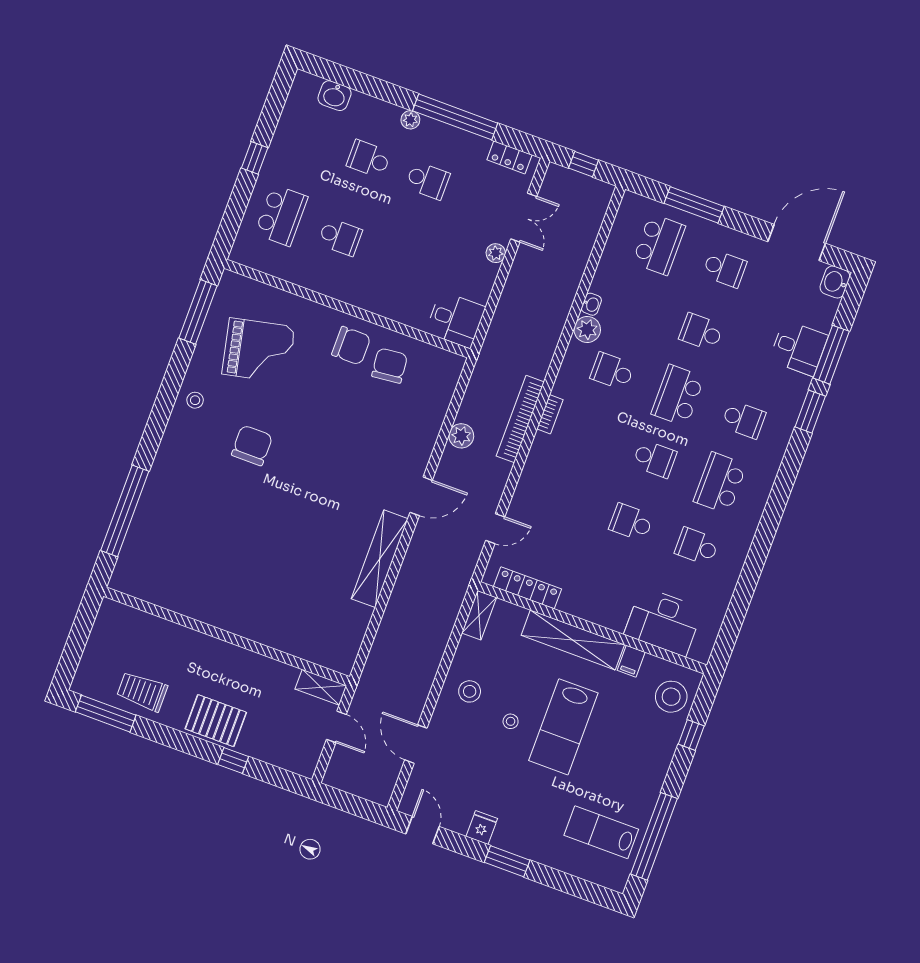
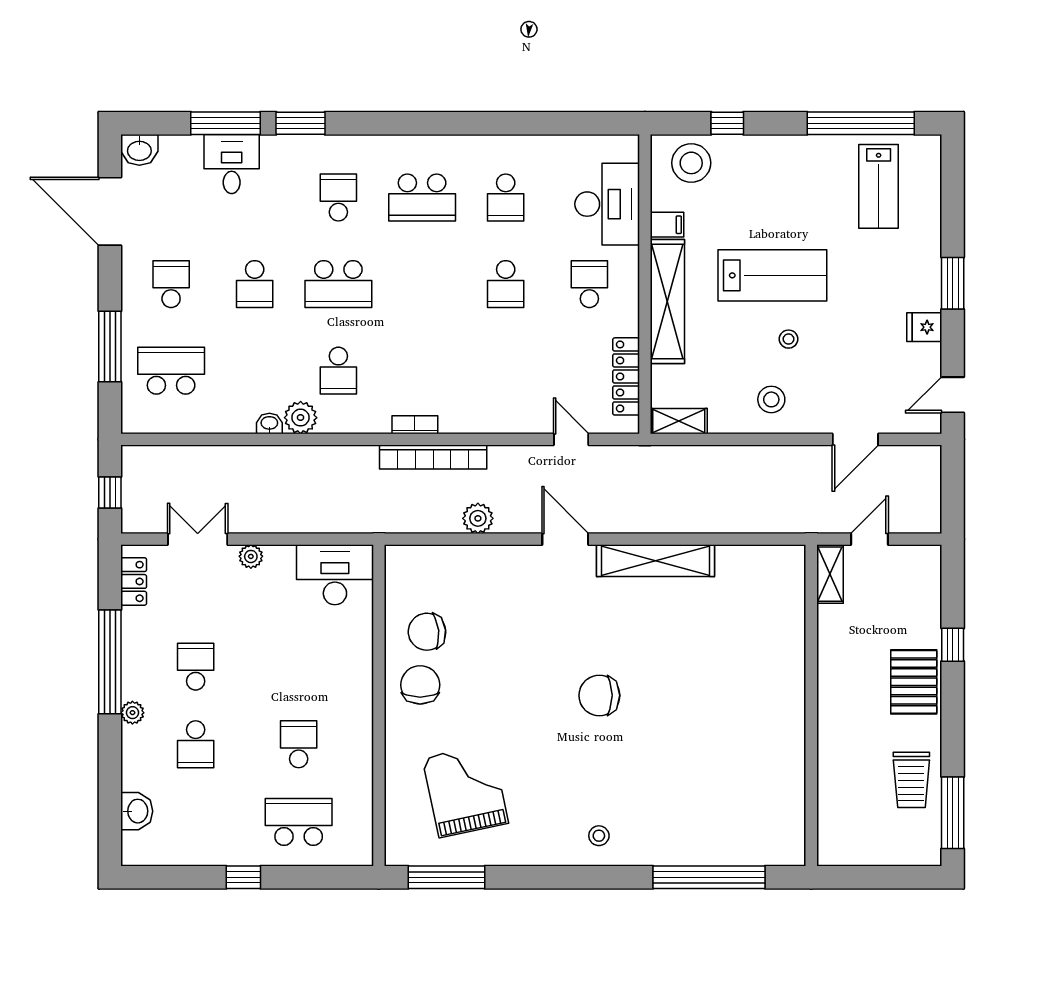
desk: (456, 320) -> (335, 575), width x1.37
stool: (195, 400) -> (599, 836), moved
chair: (252, 445) -> (599, 695), moved
school desk: (654, 459) -> (589, 284), moved

